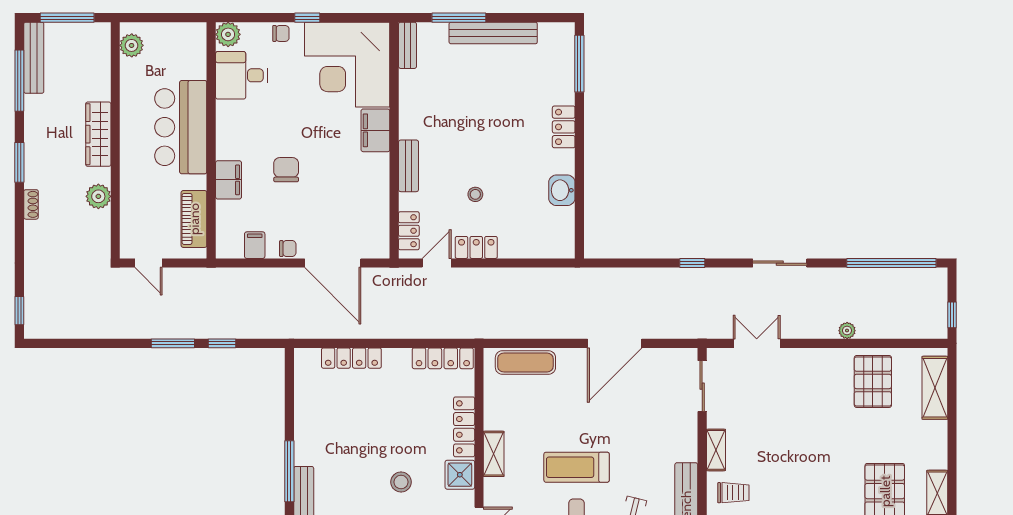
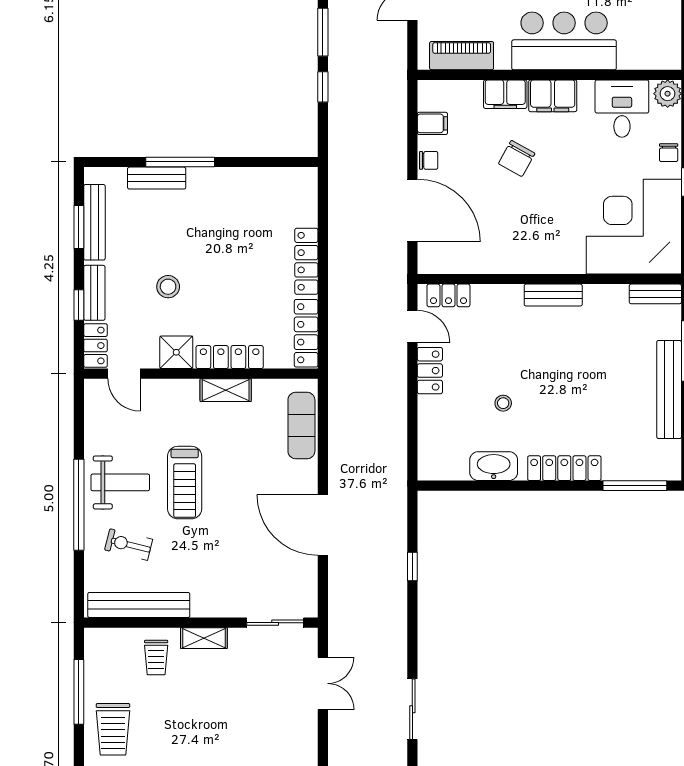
locker: (564, 127) -> (564, 468), width x1.53
filing cabinet: (375, 130) -> (553, 96), moved, turned 180
bench: (409, 166) -> (553, 295), moved
chair: (286, 170) -> (517, 158), turned 119
washbasin: (562, 190) -> (494, 466), width x1.38
stool: (475, 194) -> (503, 403), moved
chair: (288, 249) -> (429, 160), turned -90
door: (333, 263) -> (412, 211), swing flipped
window: (692, 263) -> (412, 566), moved
locker: (351, 358) -> (306, 261), moved
shelving: (494, 454) -> (226, 390), moved
treadmill: (577, 467) -> (185, 483), turned 180

